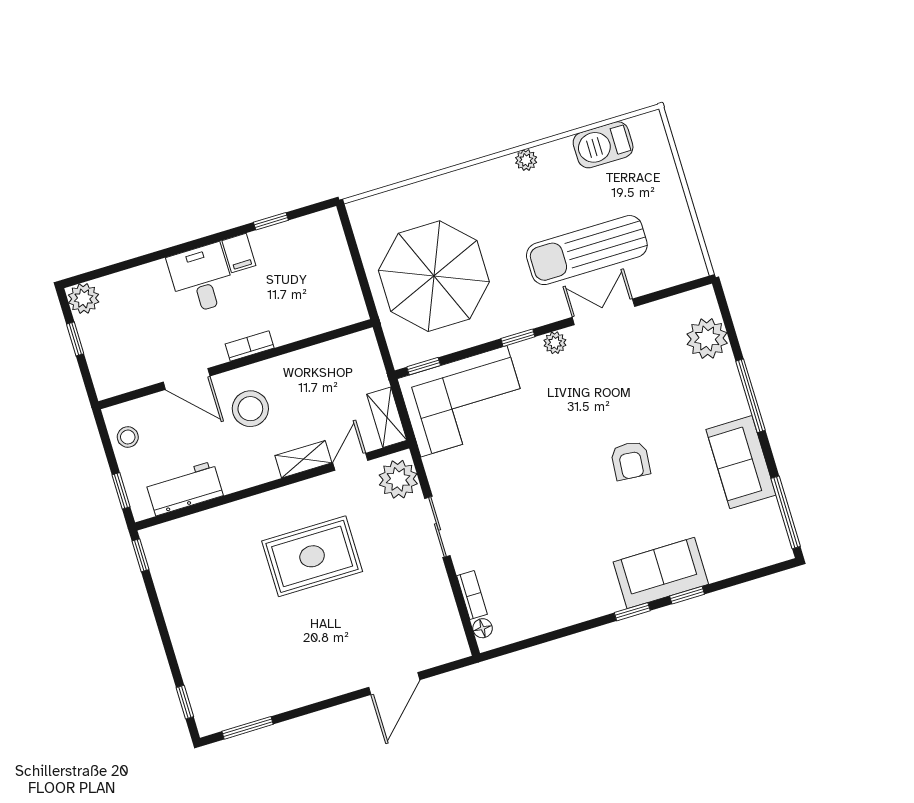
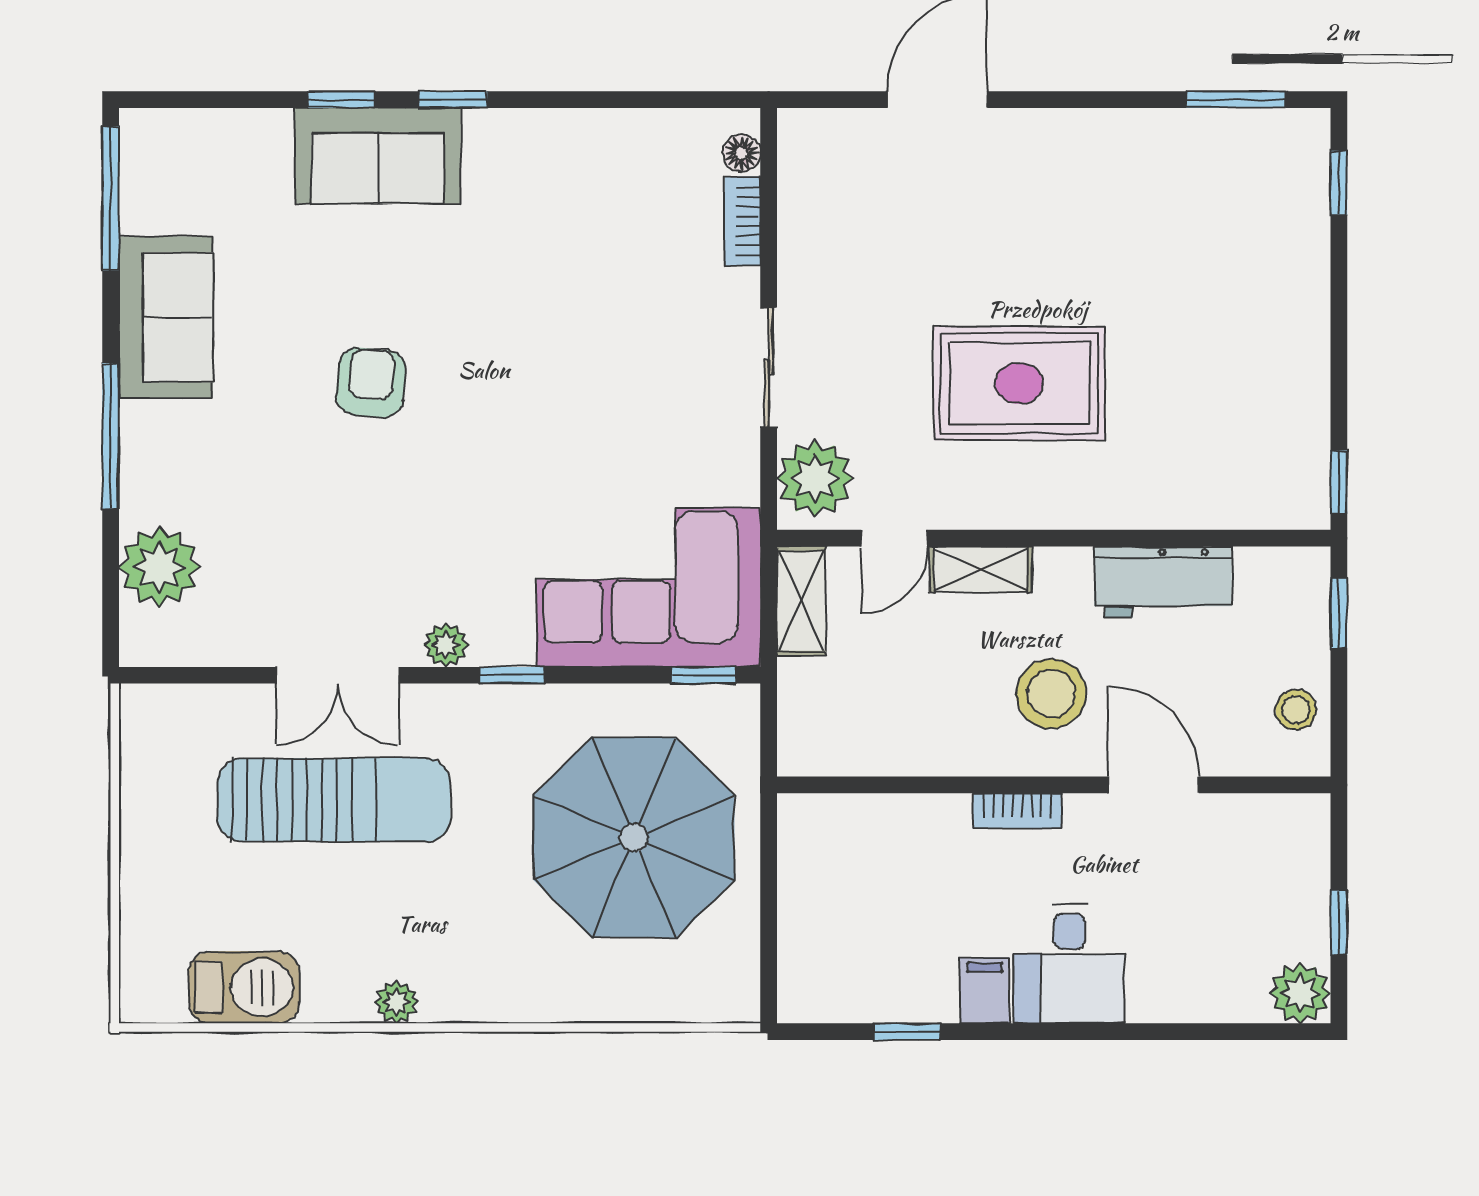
workbench: (184, 488) -> (1163, 582), moved

